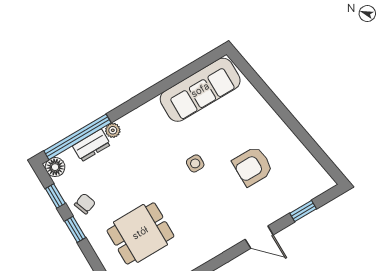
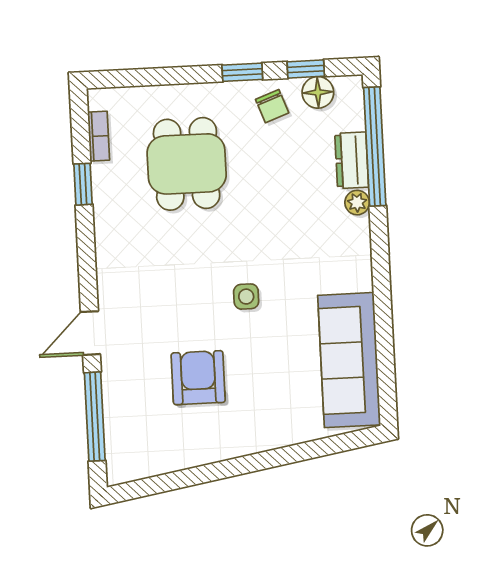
floor lamp: (55, 167) -> (318, 92), moved
window: (303, 211) -> (95, 417), width x2.17

